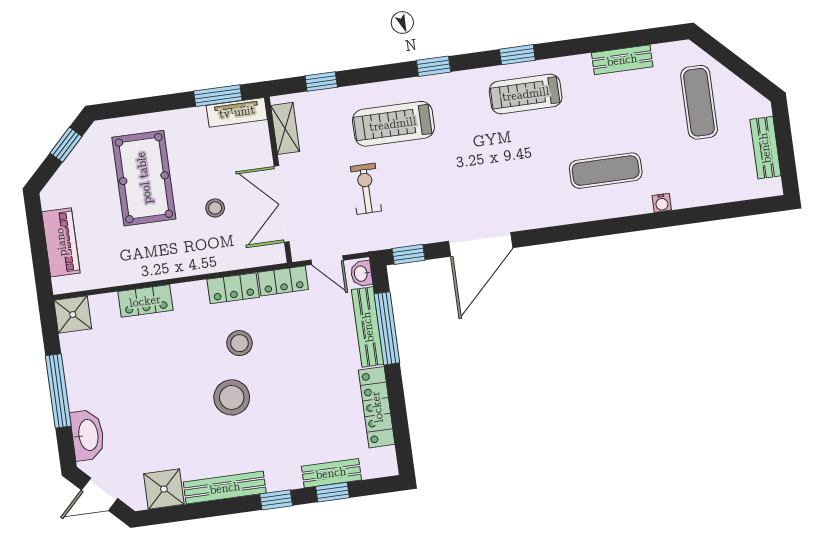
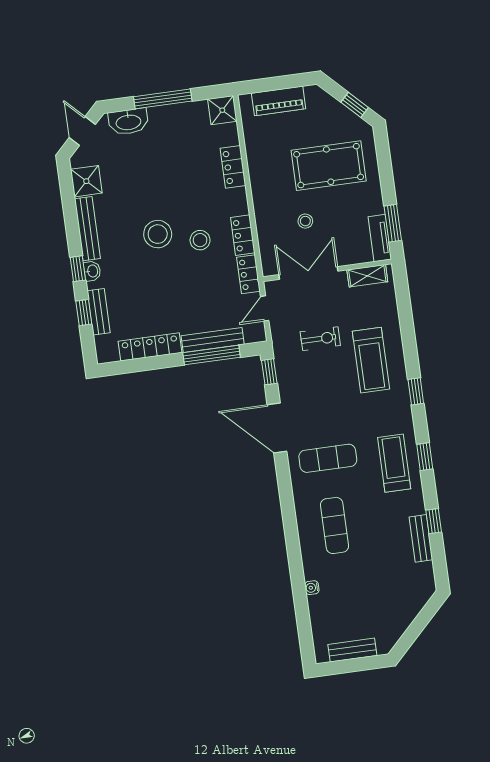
window: (321, 82) -> (434, 521), moved
exercise mat: (699, 102) -> (328, 458), moved
treadmill: (393, 124) -> (371, 360), turned 180
water cooler: (662, 203) -> (312, 588), moved
washbasin: (361, 274) -> (92, 271), moved, turned 90

